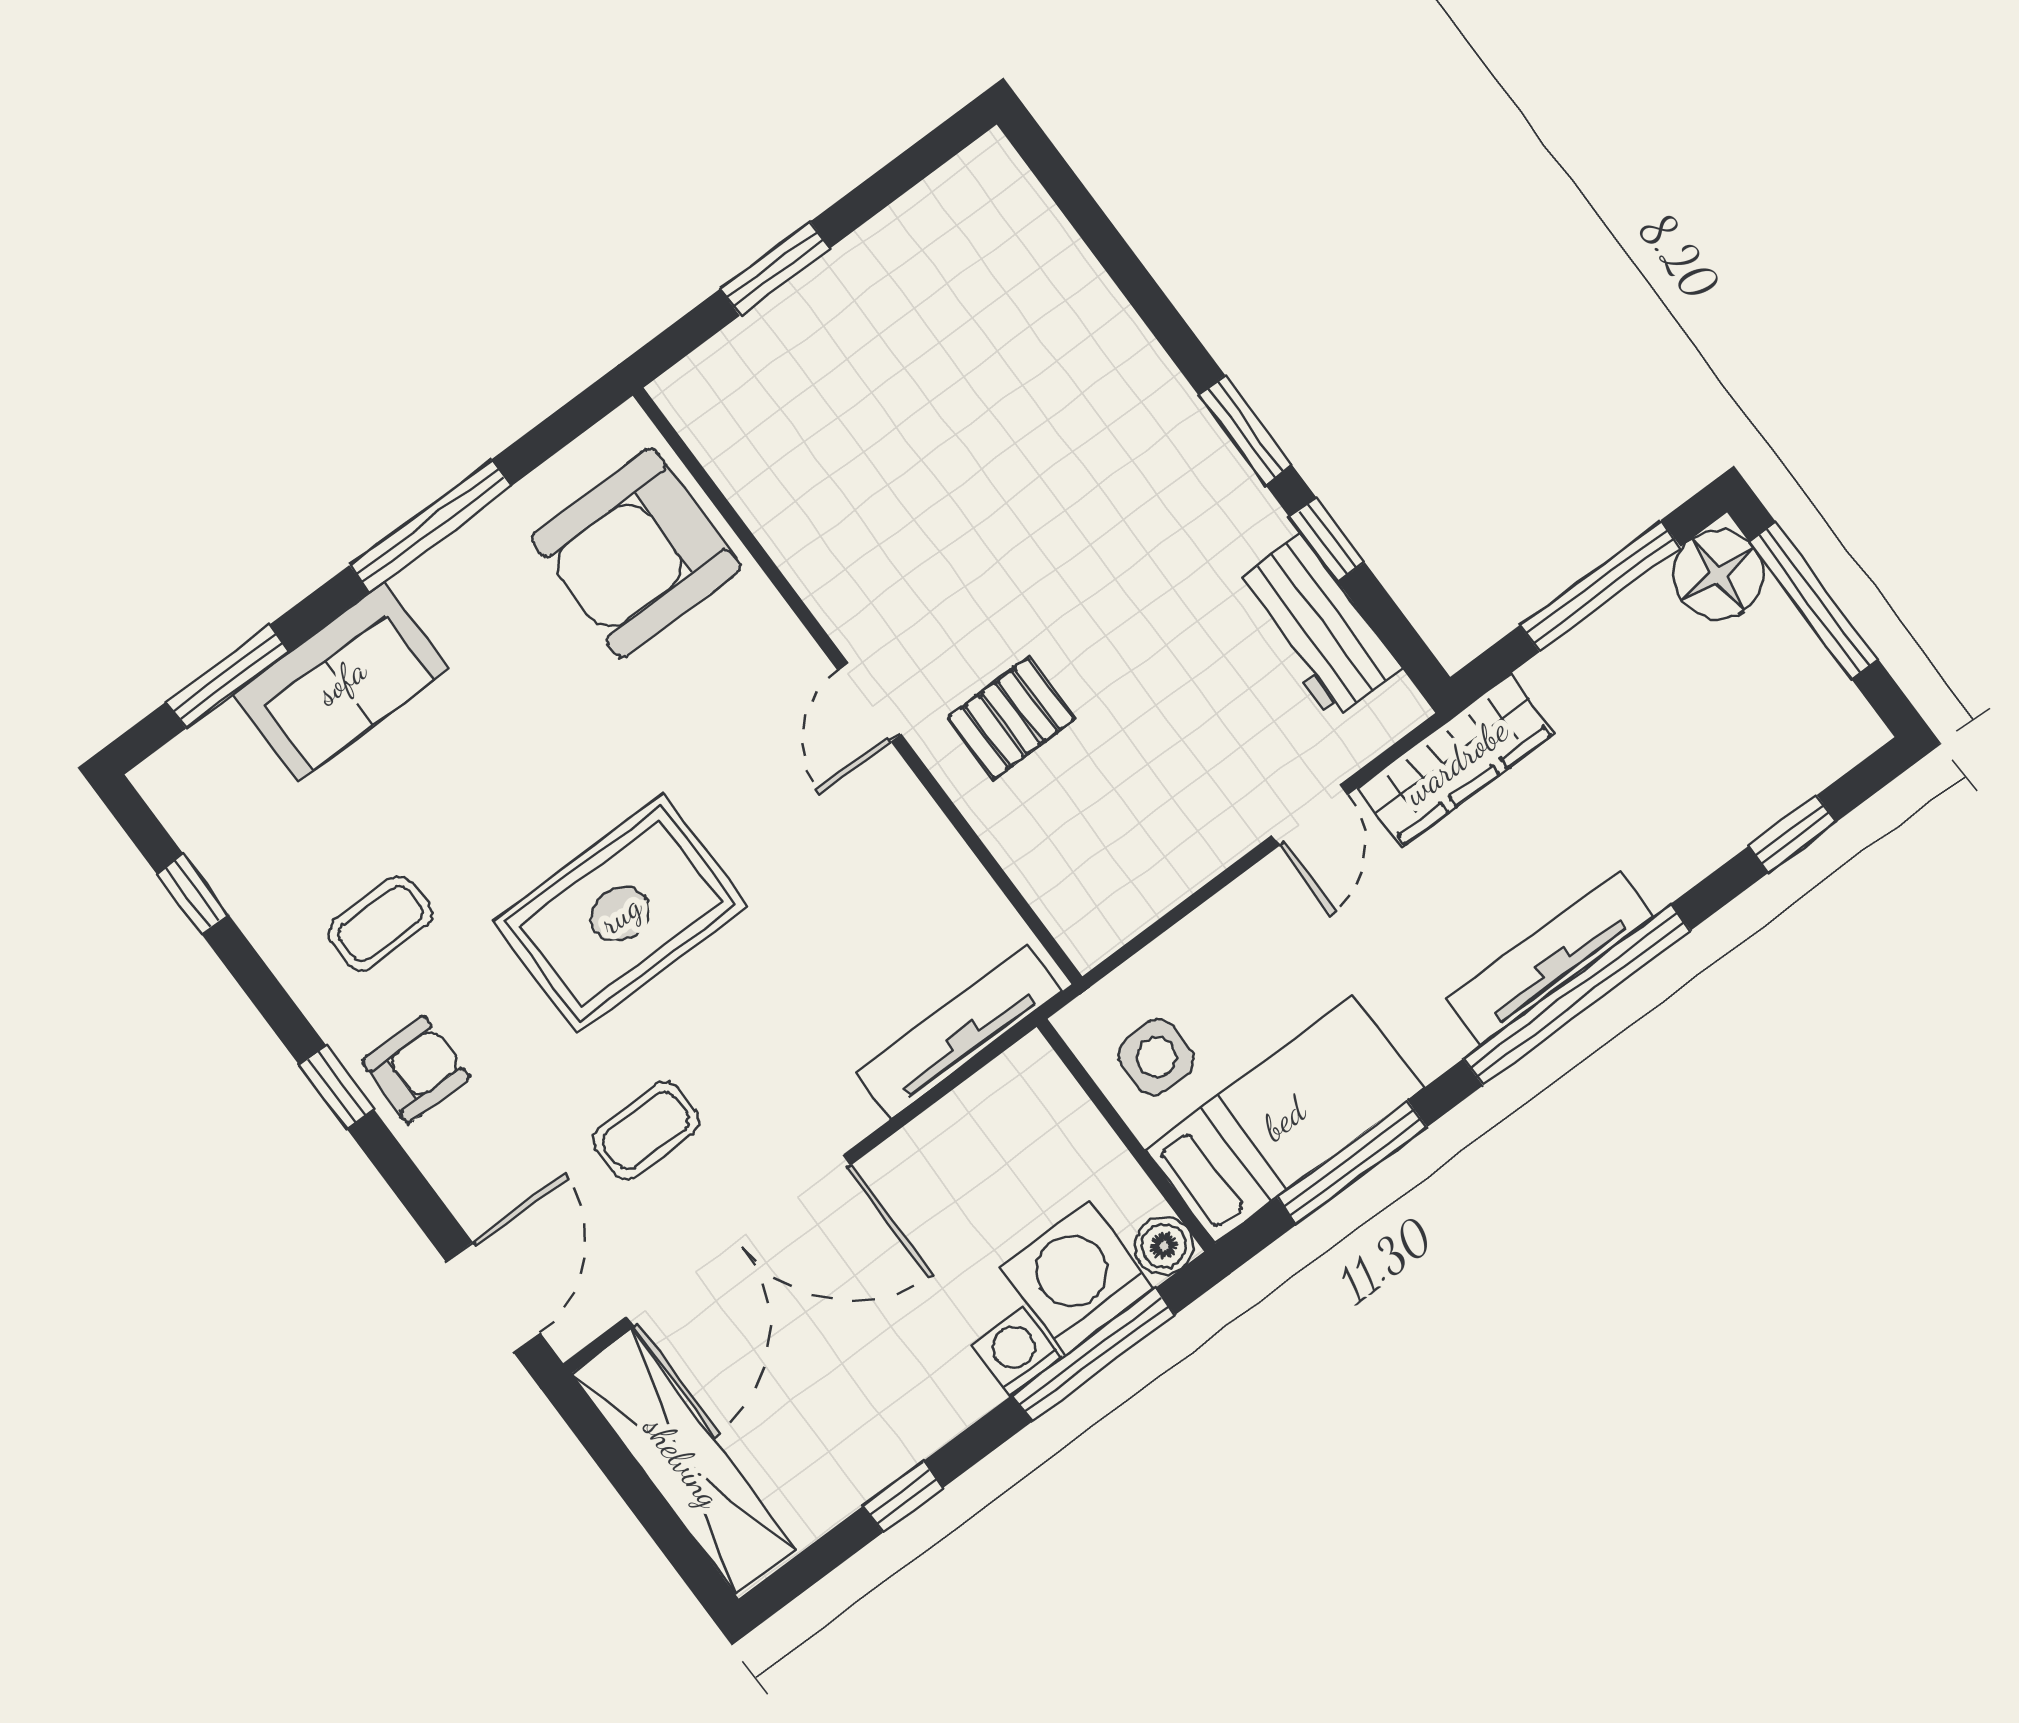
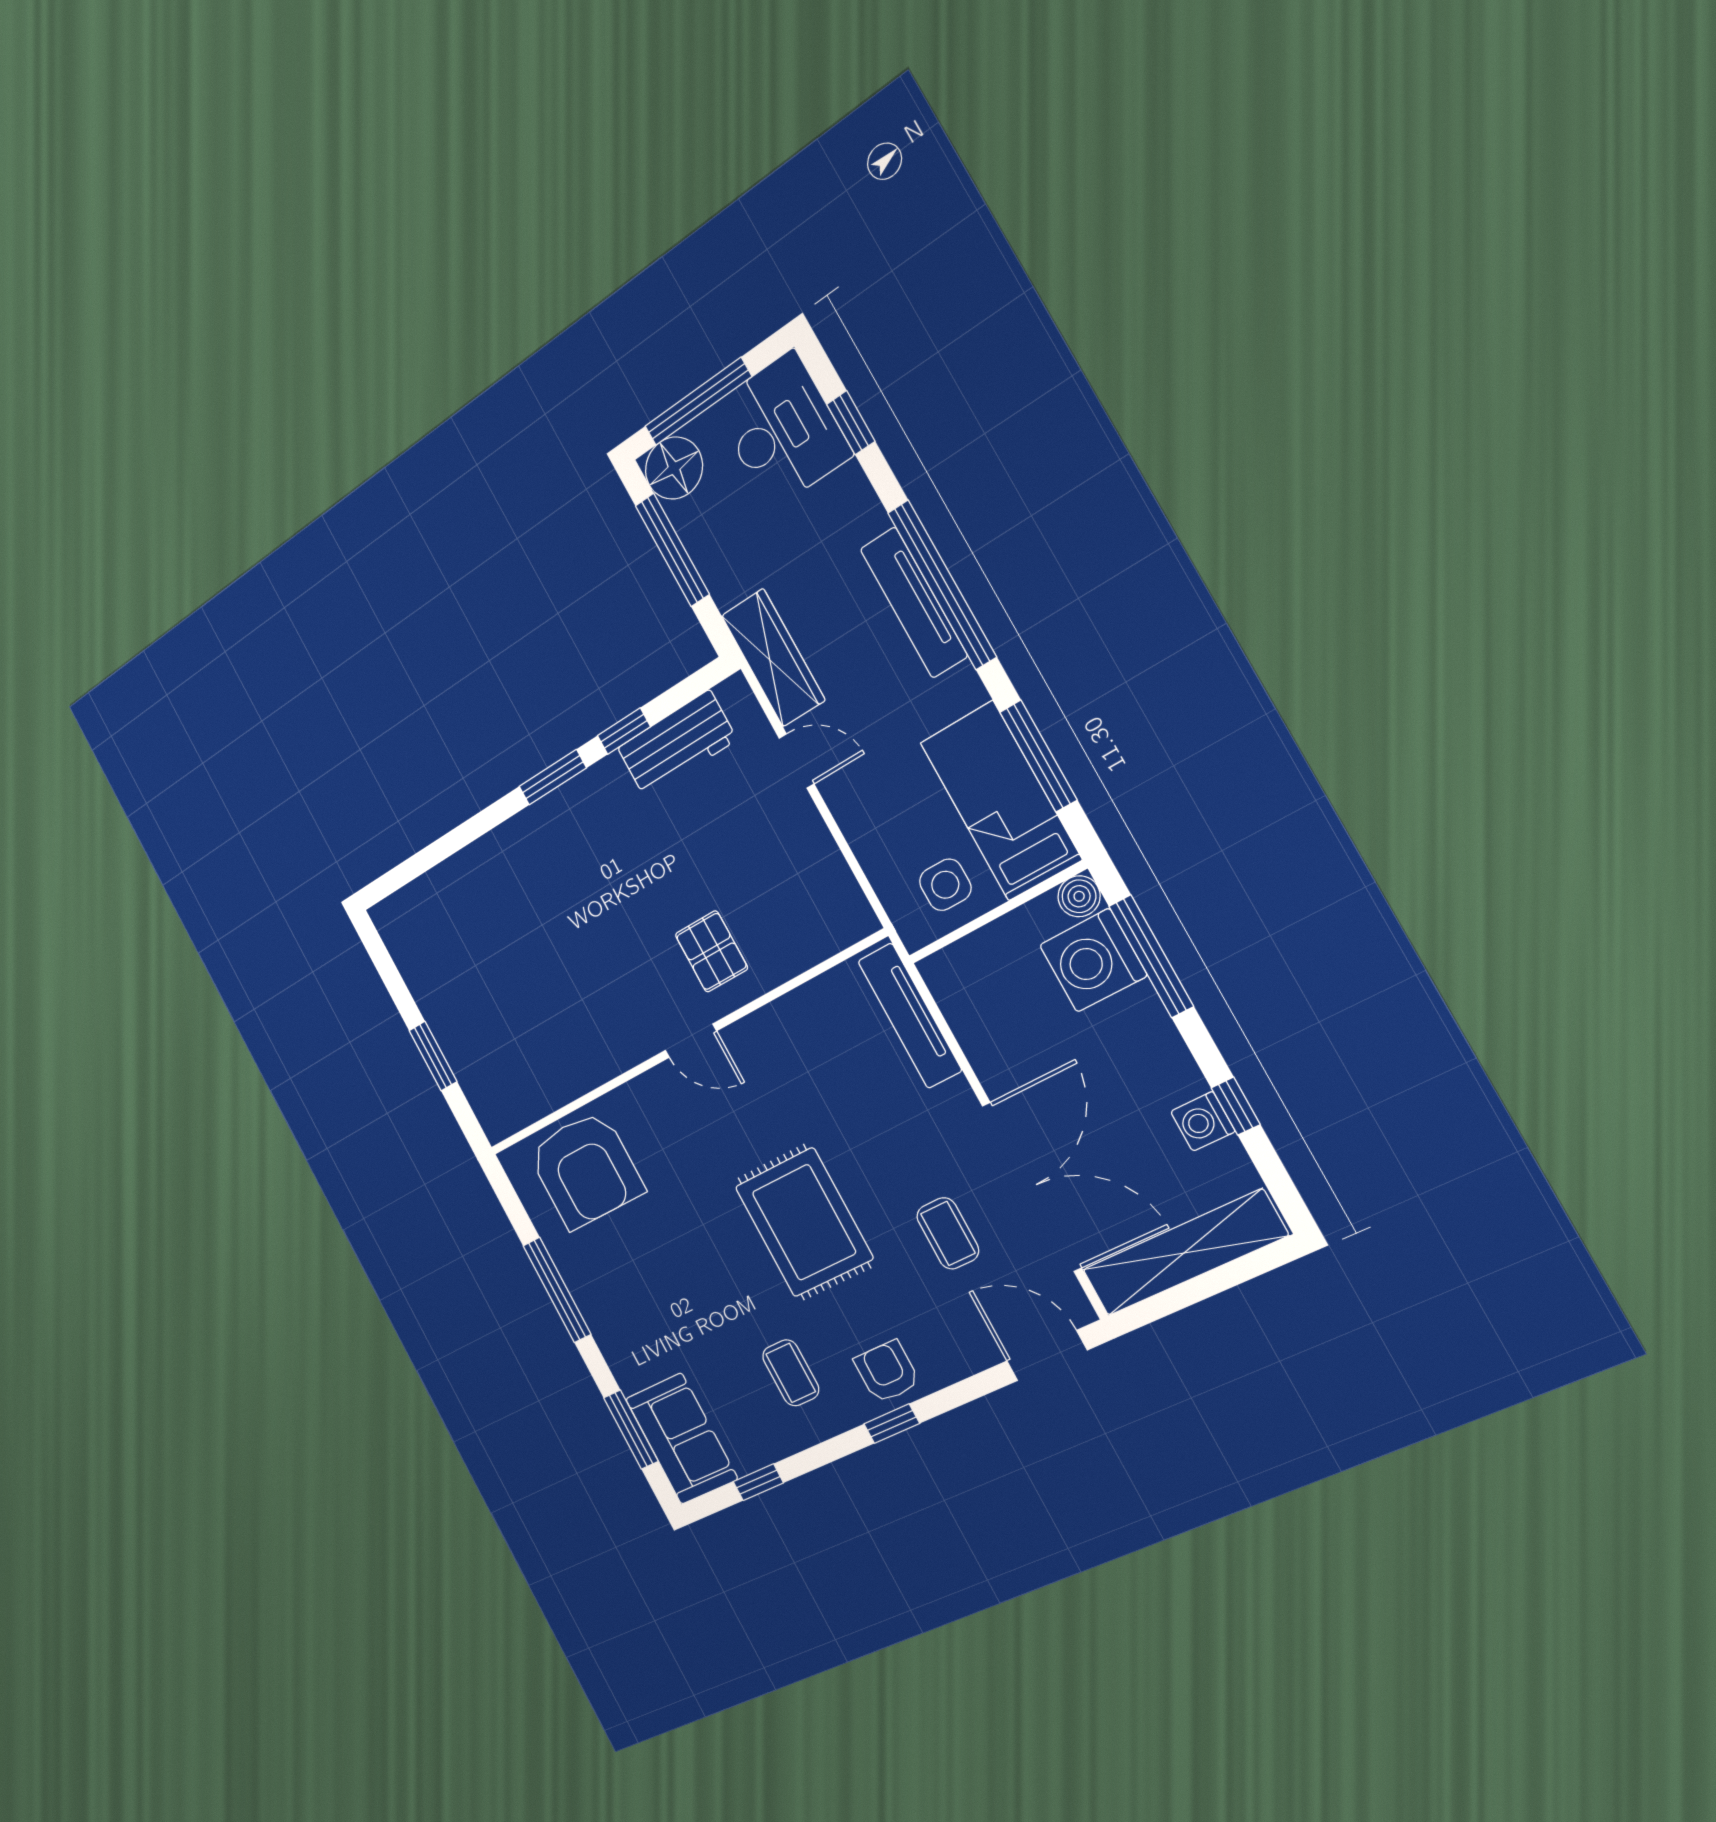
sofa: (341, 681) -> (681, 1439), moved
desk: (1779, 734) -> (782, 430), added
washing machine: (1017, 1352) -> (1203, 1121), moved

